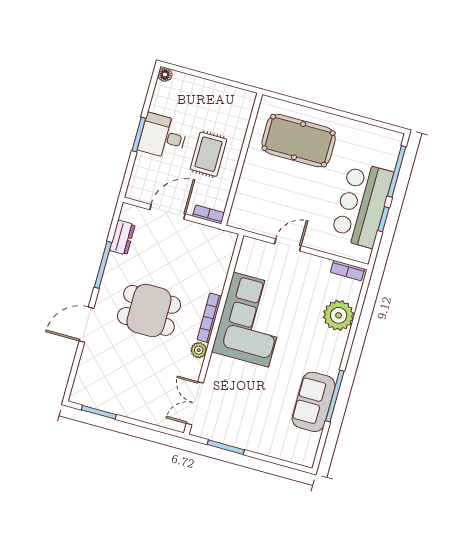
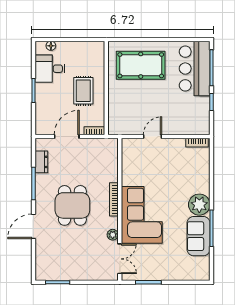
floor lamp: (165, 75) -> (51, 46), moved
desk: (163, 136) -> (50, 69), moved
bar counter: (362, 205) -> (195, 69), moved
dining table: (149, 310) -> (72, 205), turned 90
plant: (339, 315) -> (199, 205), moved
corner sofa: (251, 320) -> (142, 215), moved
plant: (199, 350) -> (113, 235), moved
double door: (195, 403) -> (120, 259), swing flipped

